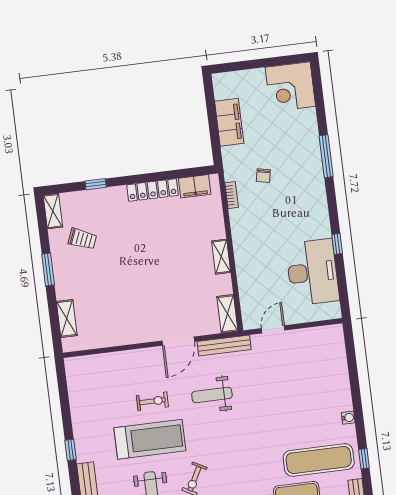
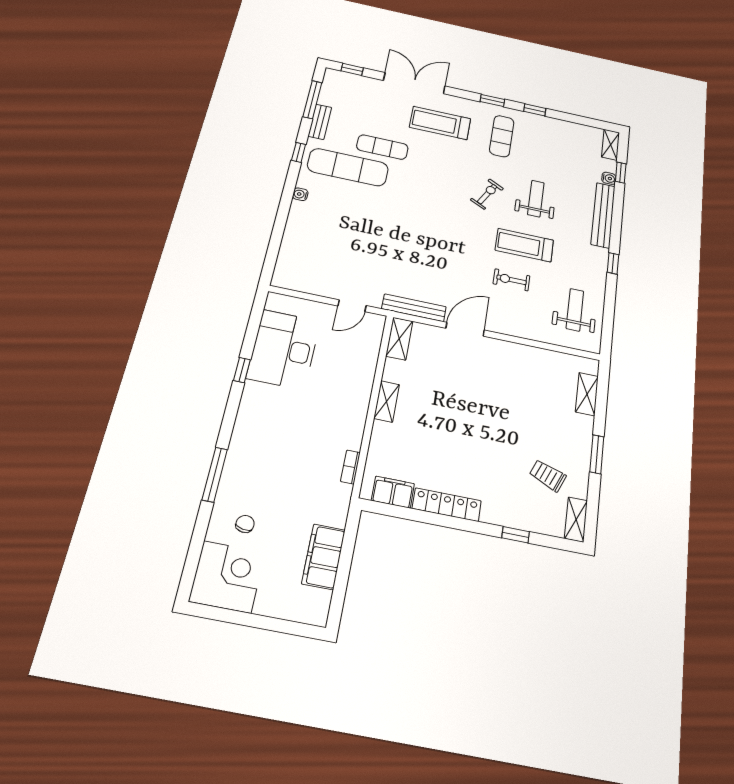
chair: (263, 176) -> (245, 524), moved
weight bench: (212, 395) -> (575, 310), moved, turned -90
treadmill: (150, 439) -> (524, 245), width x0.73, depth x0.73

